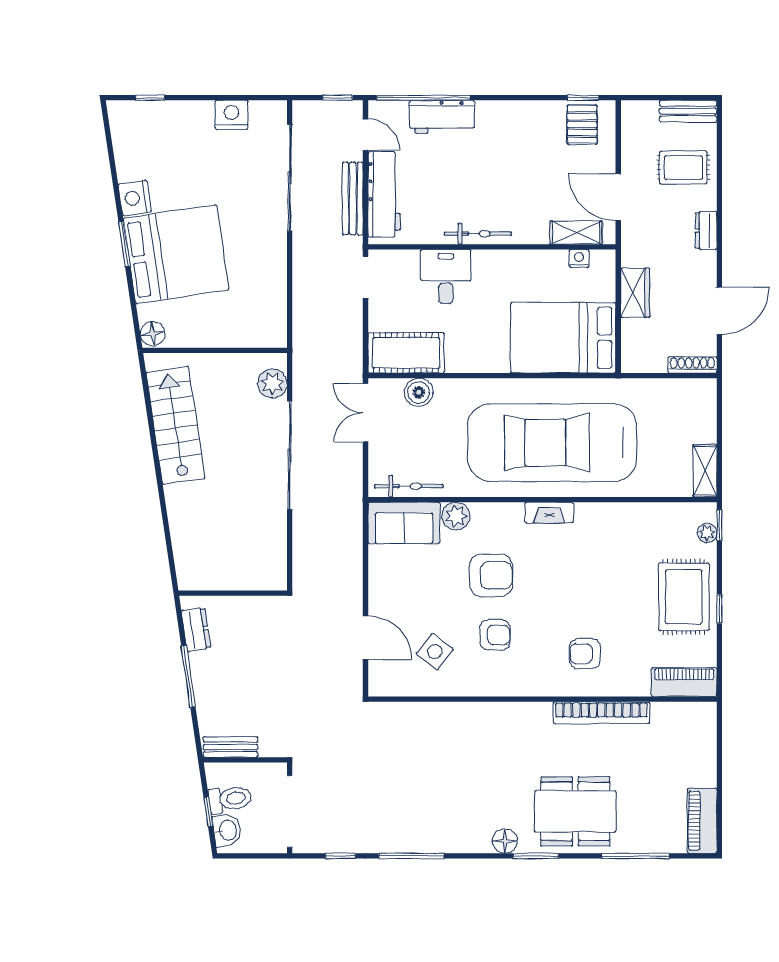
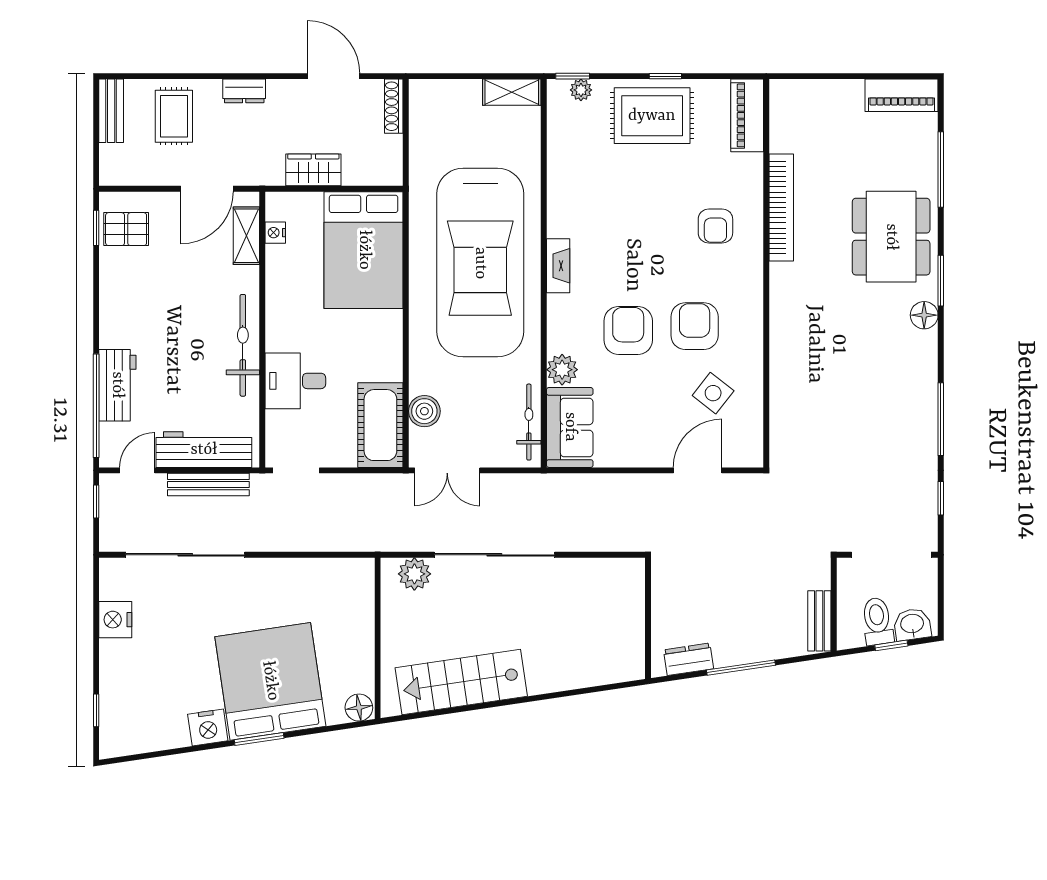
bicycle: (478, 234) -> (243, 345), width x1.37, depth x1.40
armchair: (495, 635) -> (695, 326), width x1.38, depth x1.38

